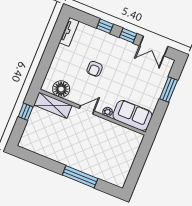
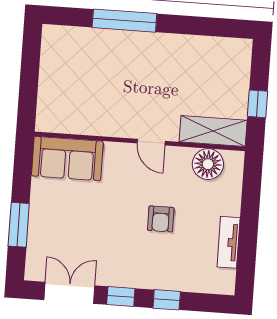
tv unit: (69, 32) -> (229, 242), moved
armchair: (95, 69) -> (161, 219), turned 180
door: (87, 110) -> (151, 142), hinge flipped
plant: (108, 112) -> (113, 150), removed

